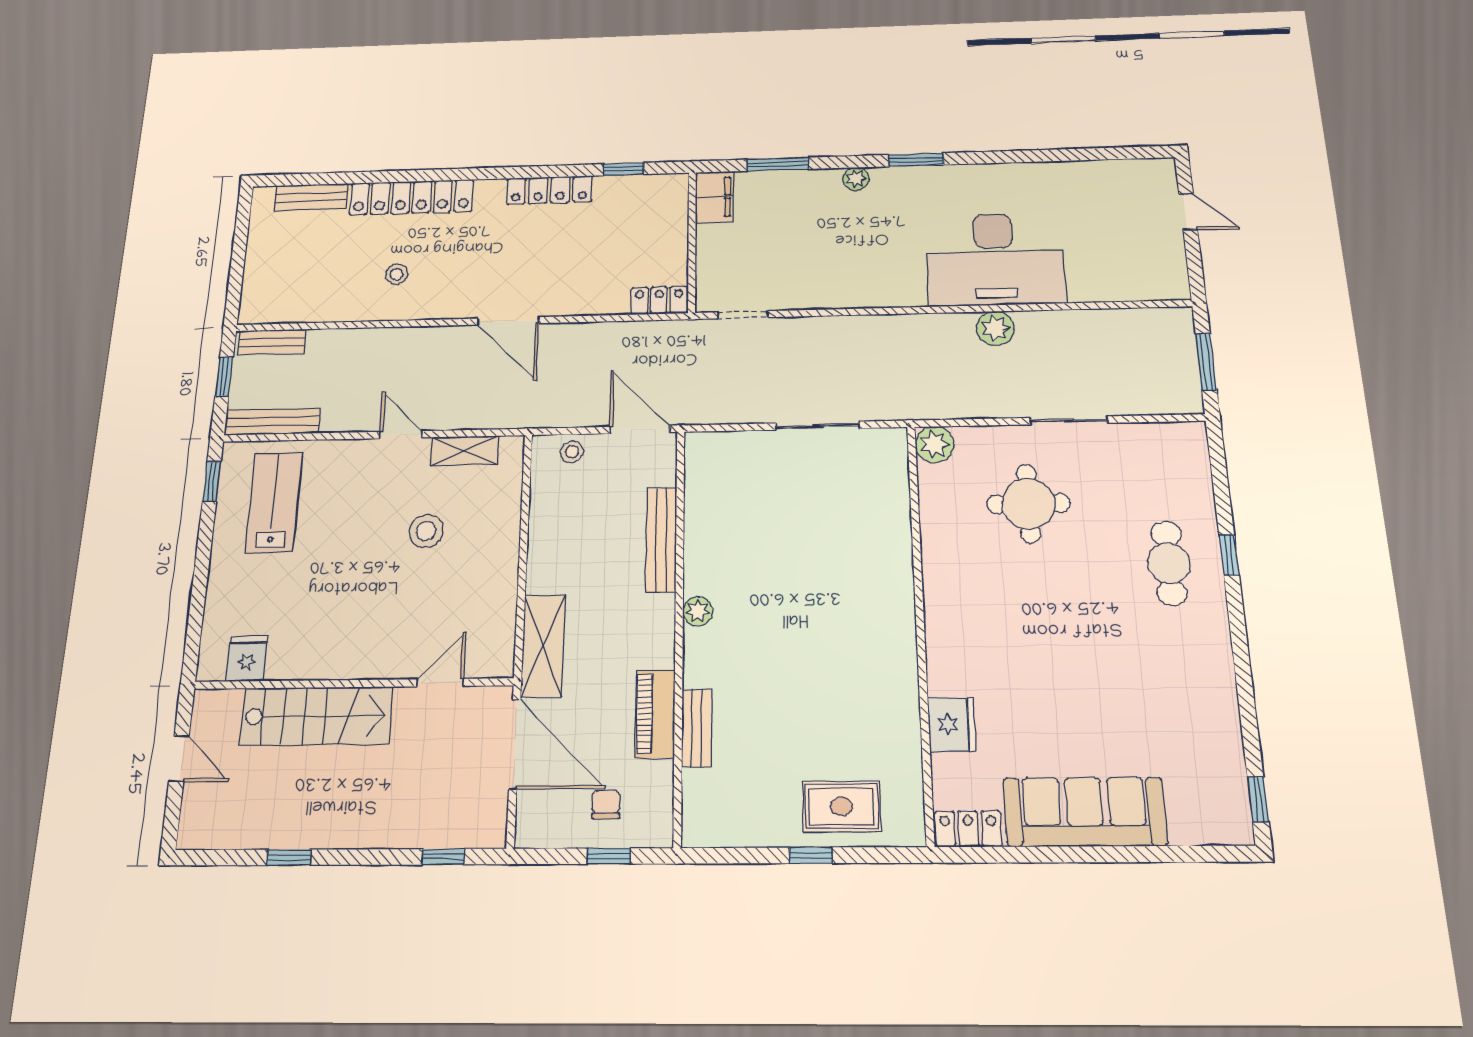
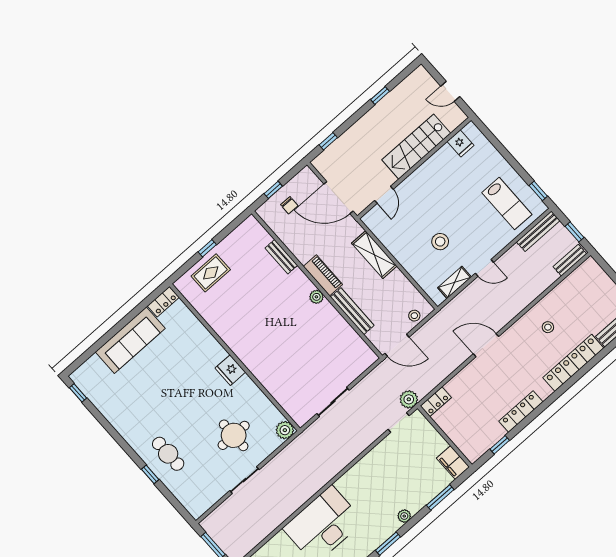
plant: (995, 328) -> (409, 399), moved
shelving: (543, 646) -> (374, 255), moved
piano: (655, 714) -> (323, 275), moved
fridge: (952, 724) -> (230, 370), moved

